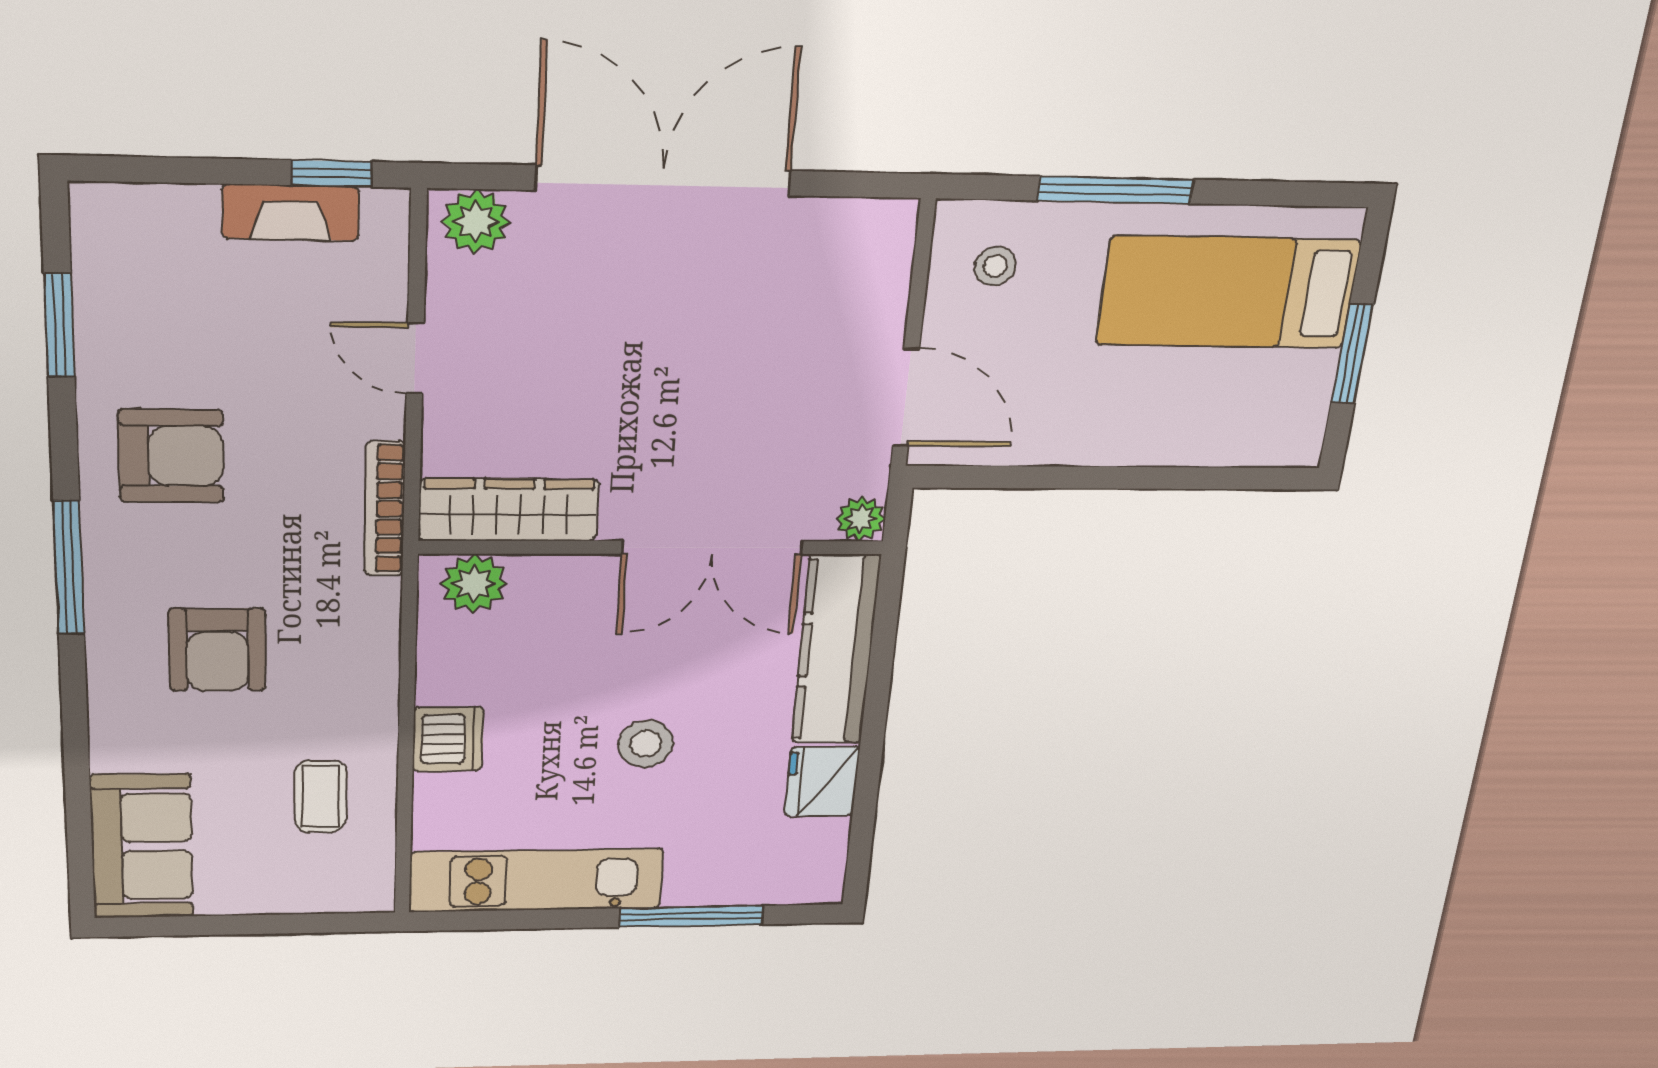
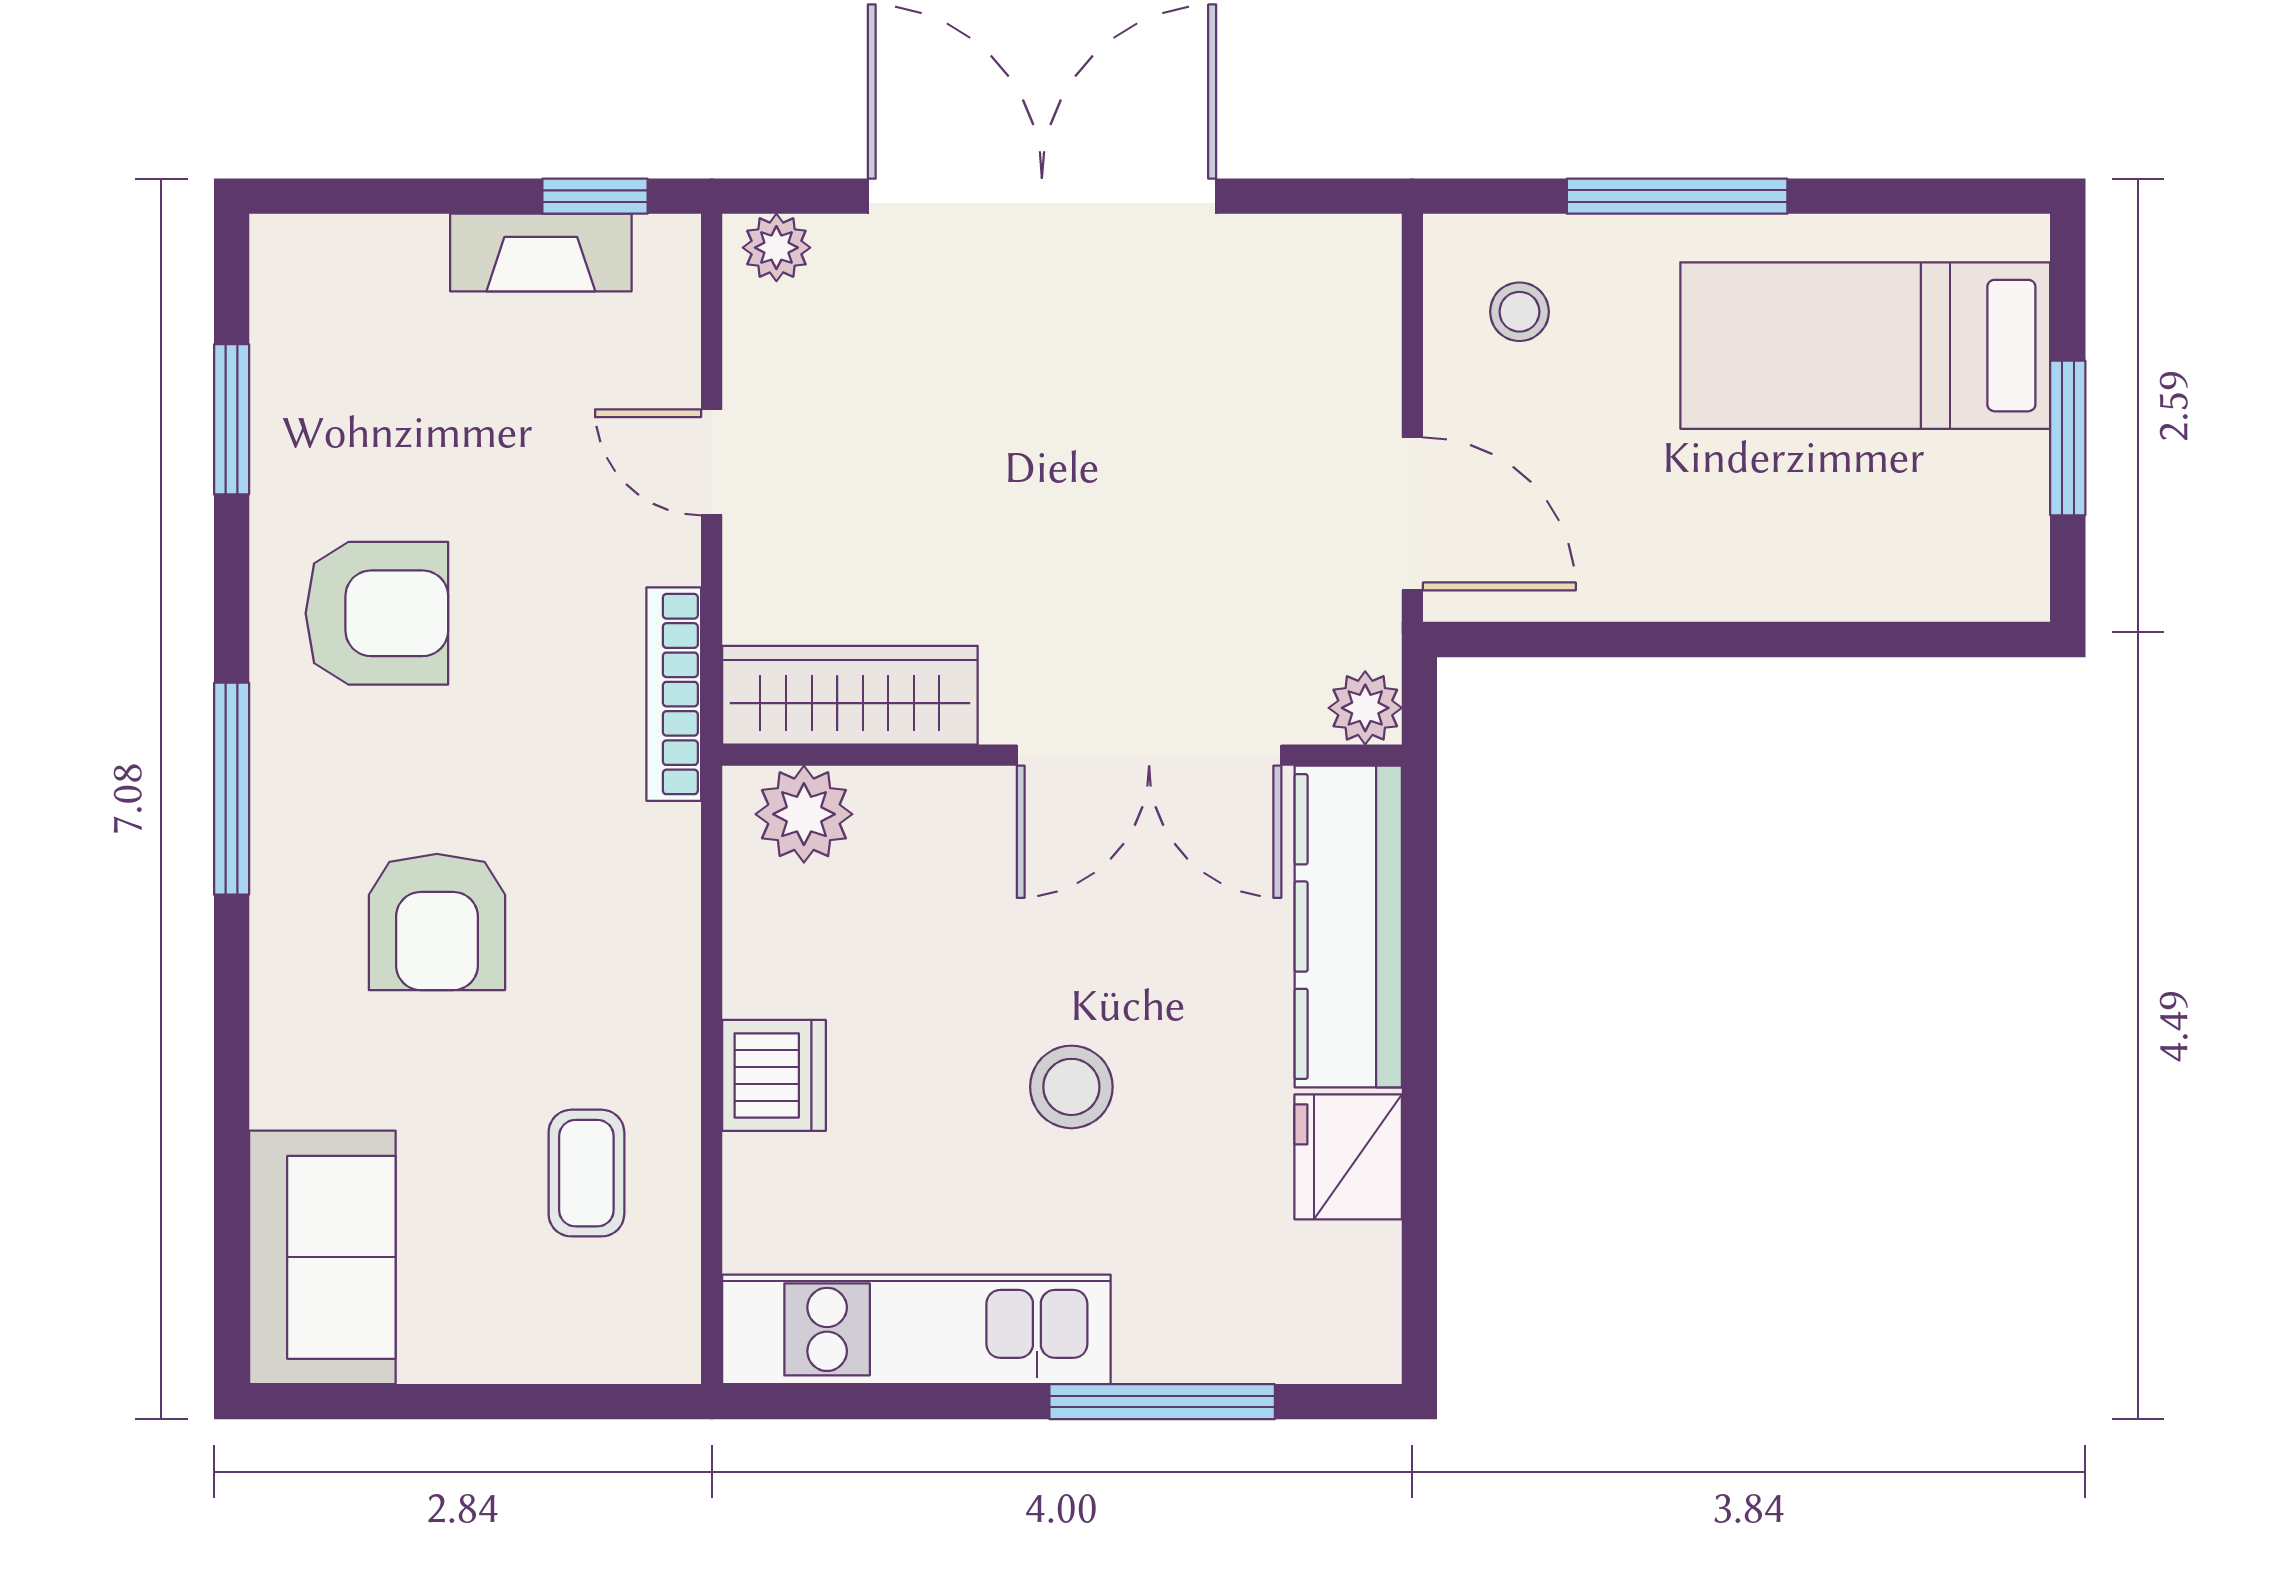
plant: (476, 222) -> (776, 248), width x0.73, depth x0.73

